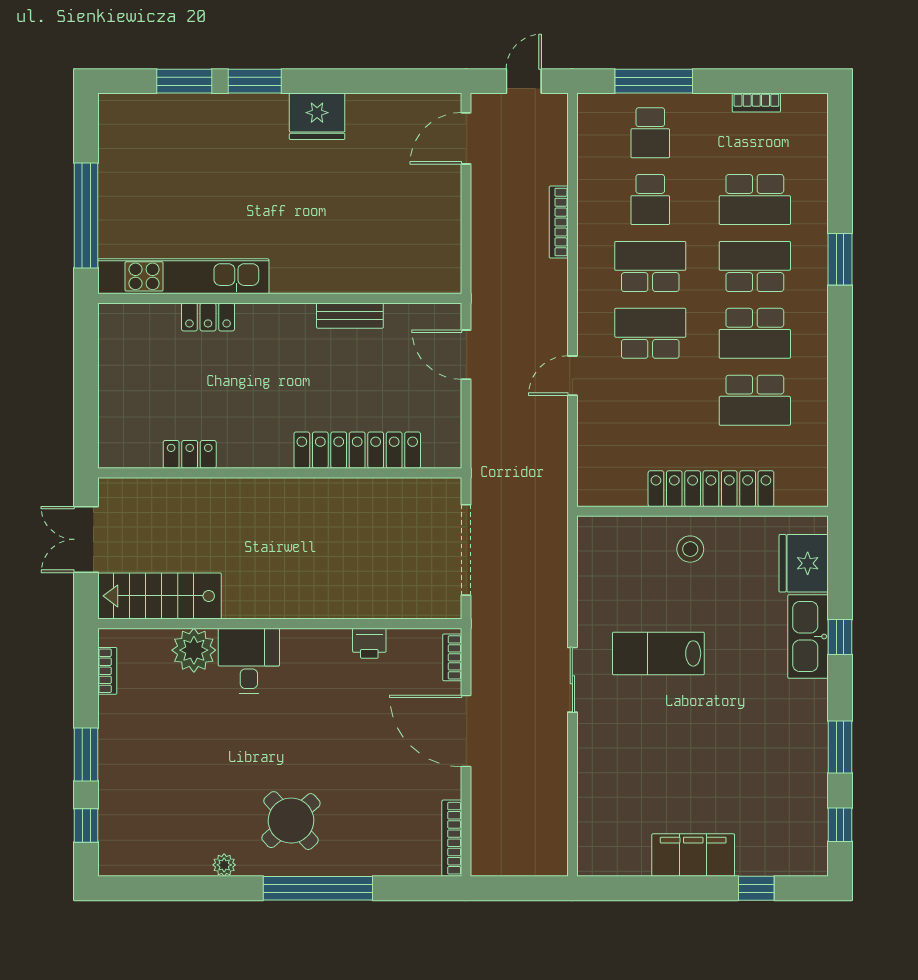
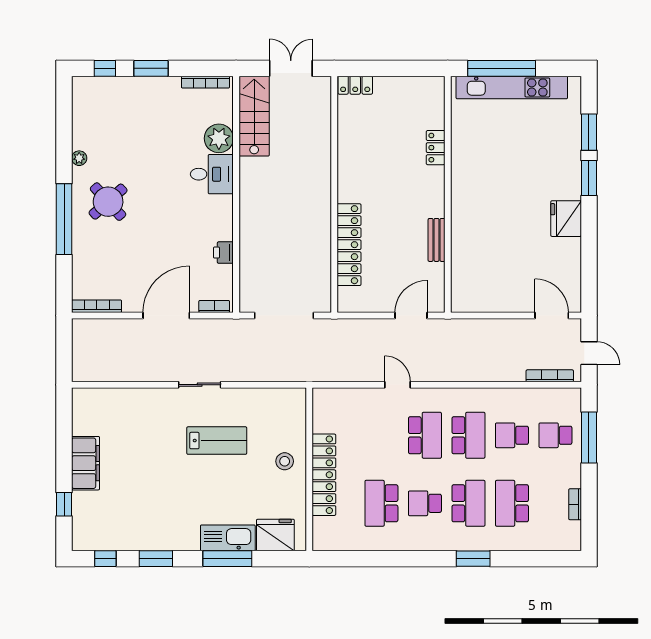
bookcase: (559, 222) -> (550, 376), moved
kitchen unit: (183, 276) -> (512, 87), moved, turned 90
school desk: (755, 333) -> (425, 503), width x0.54
locker: (190, 454) -> (355, 85), moved, turned 90
window: (840, 637) -> (227, 559), width x2.17
lab bench: (658, 653) -> (217, 441), turned 90
bookcase: (107, 671) -> (205, 82), width x1.56

